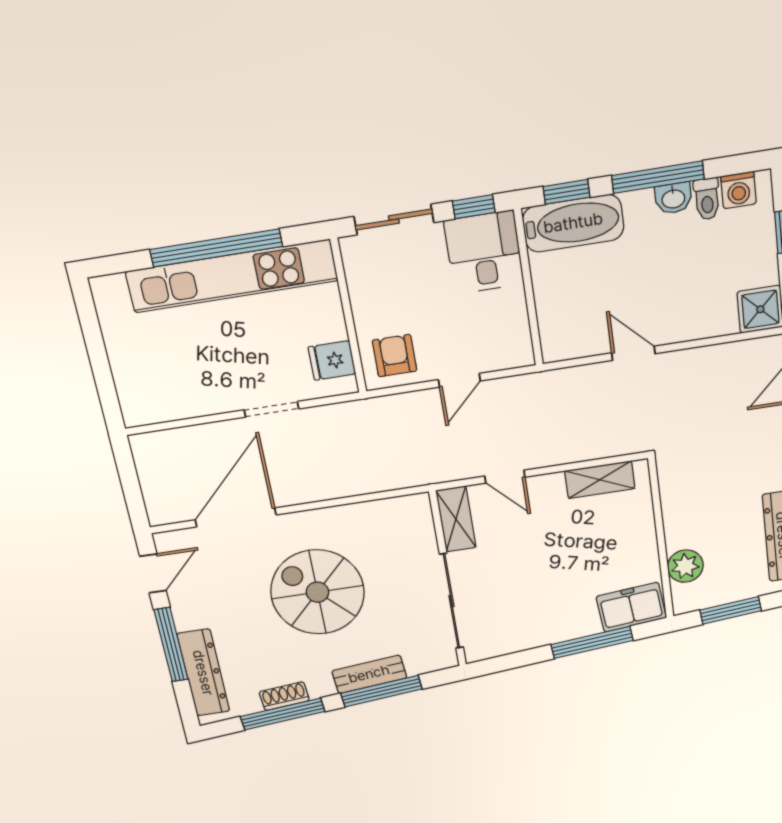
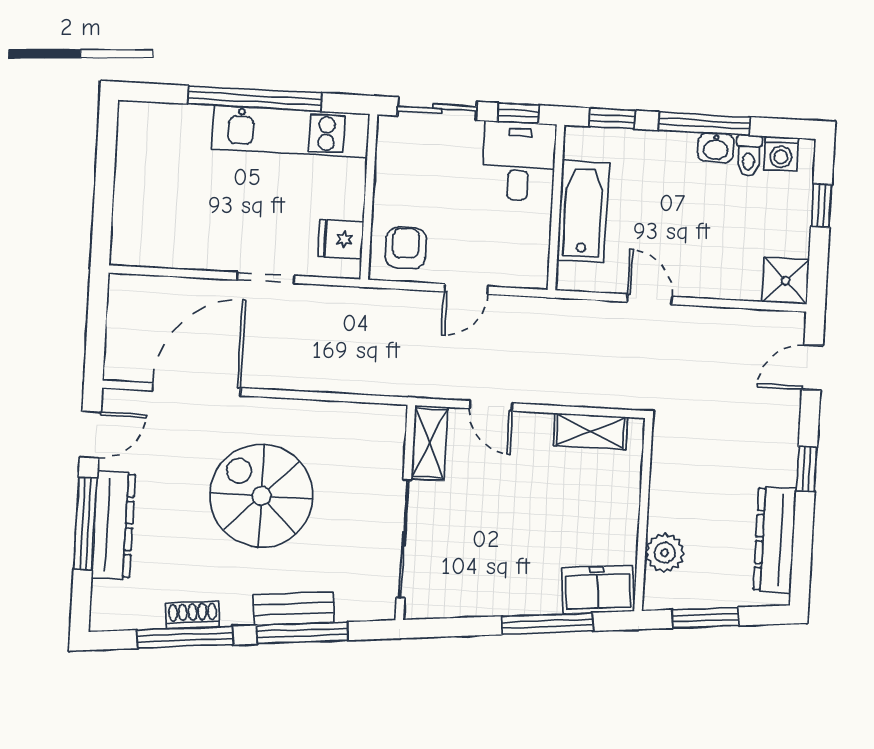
bathtub: (573, 223) -> (583, 211), moved, turned -90
kitchen unit: (232, 276) -> (291, 132), width x0.73
dresser: (203, 673) -> (113, 525), moved

